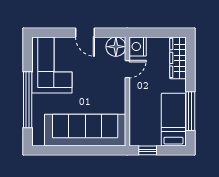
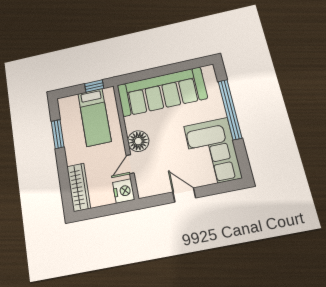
floor lamp: (116, 47) -> (138, 141), moved
window: (190, 111) -> (58, 134), width x0.69
bed: (173, 120) -> (95, 117), moved

